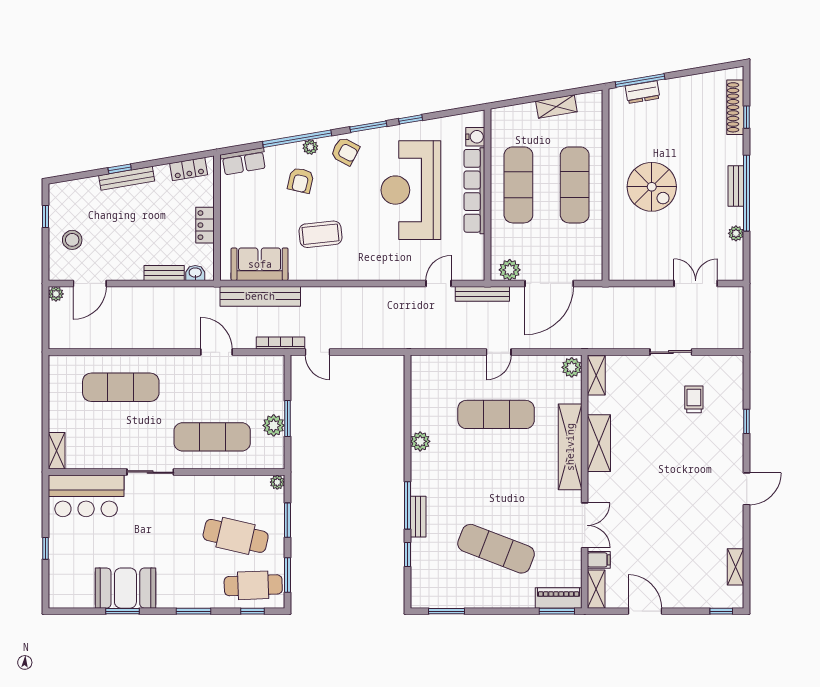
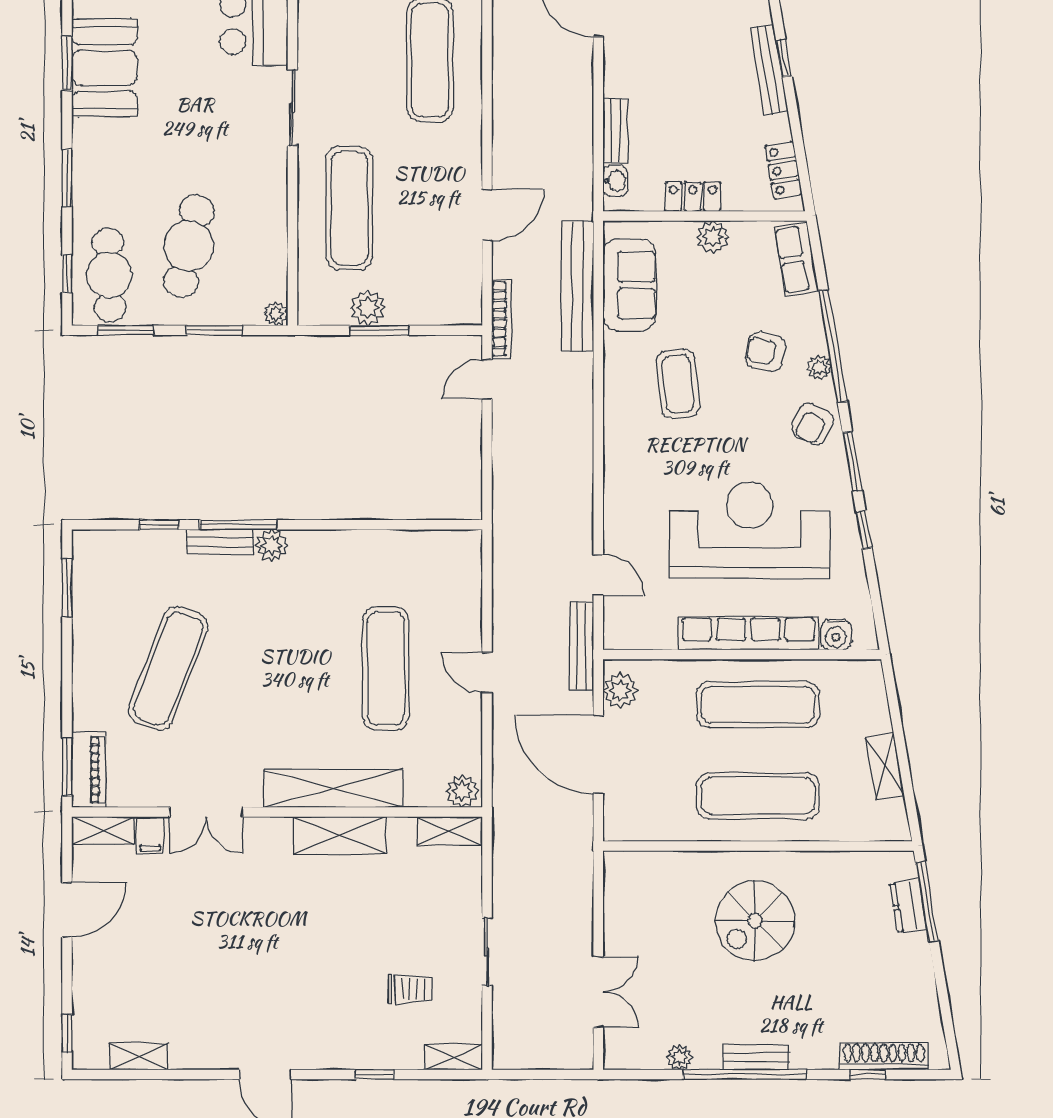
plant: (230, 213) -> (713, 237), added
shelving: (736, 373) -> (454, 1057), added
plant: (420, 441) -> (272, 545), moved

